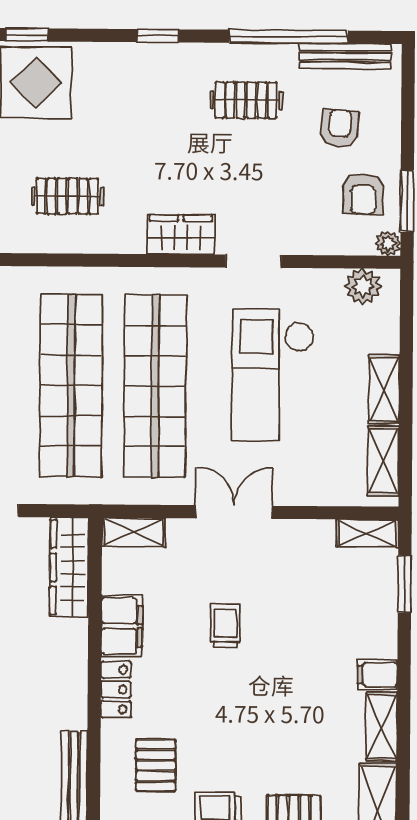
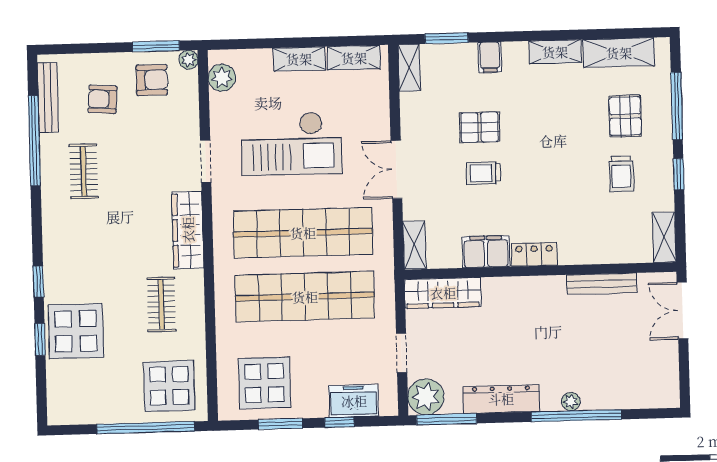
window: (158, 36) -> (38, 282), moved
wardrobe: (181, 235) -> (188, 230), width x1.50
filing cabinet: (378, 675) -> (490, 57), moved
pallet: (156, 765) -> (480, 127), moved

